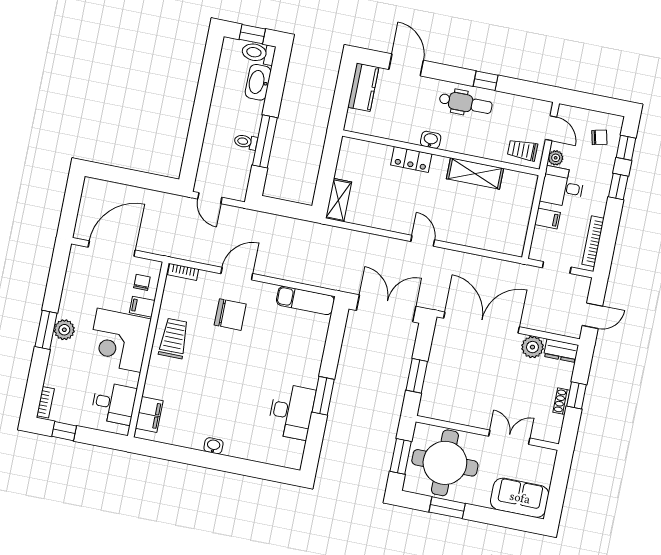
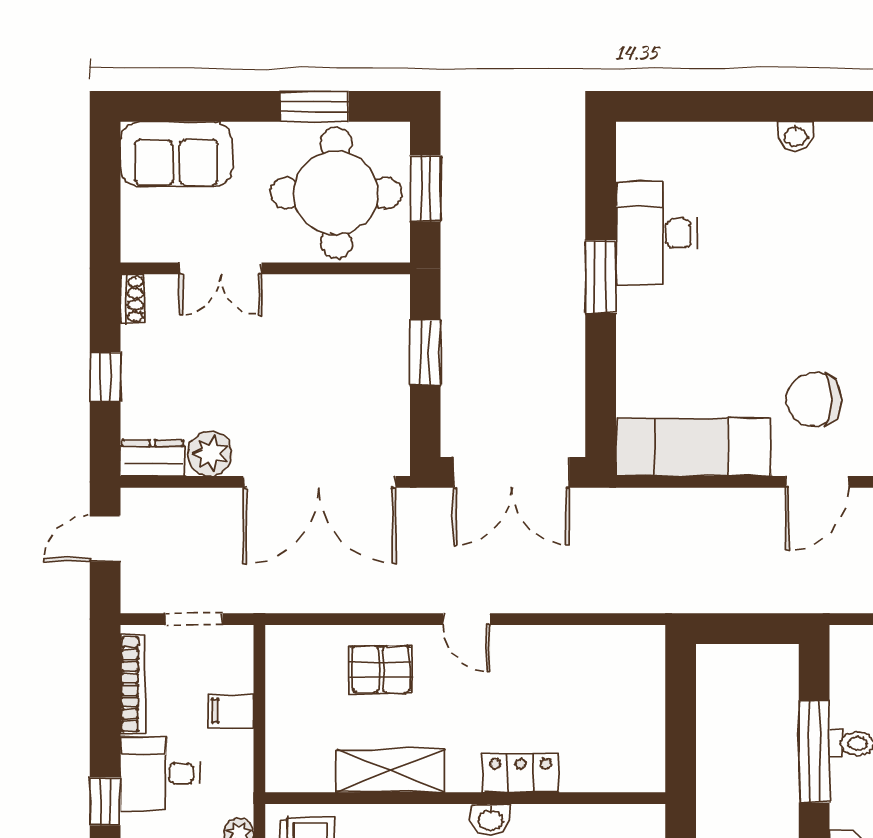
desk: (562, 187) -> (160, 774), moved, turned 180
shelving: (338, 200) -> (647, 666), removed
pallet: (470, 224) -> (381, 669), added
exam couch: (305, 300) -> (693, 447), width x1.36, depth x1.45
shoe rack: (561, 401) -> (132, 299), moved

